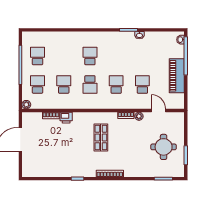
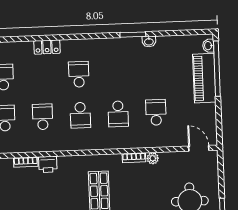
locker: (69, 36) -> (47, 47), added
piano: (177, 76) -> (204, 78), moved
school desk: (116, 84) -> (118, 114), turned 180
door: (158, 111) -> (199, 148), moved

